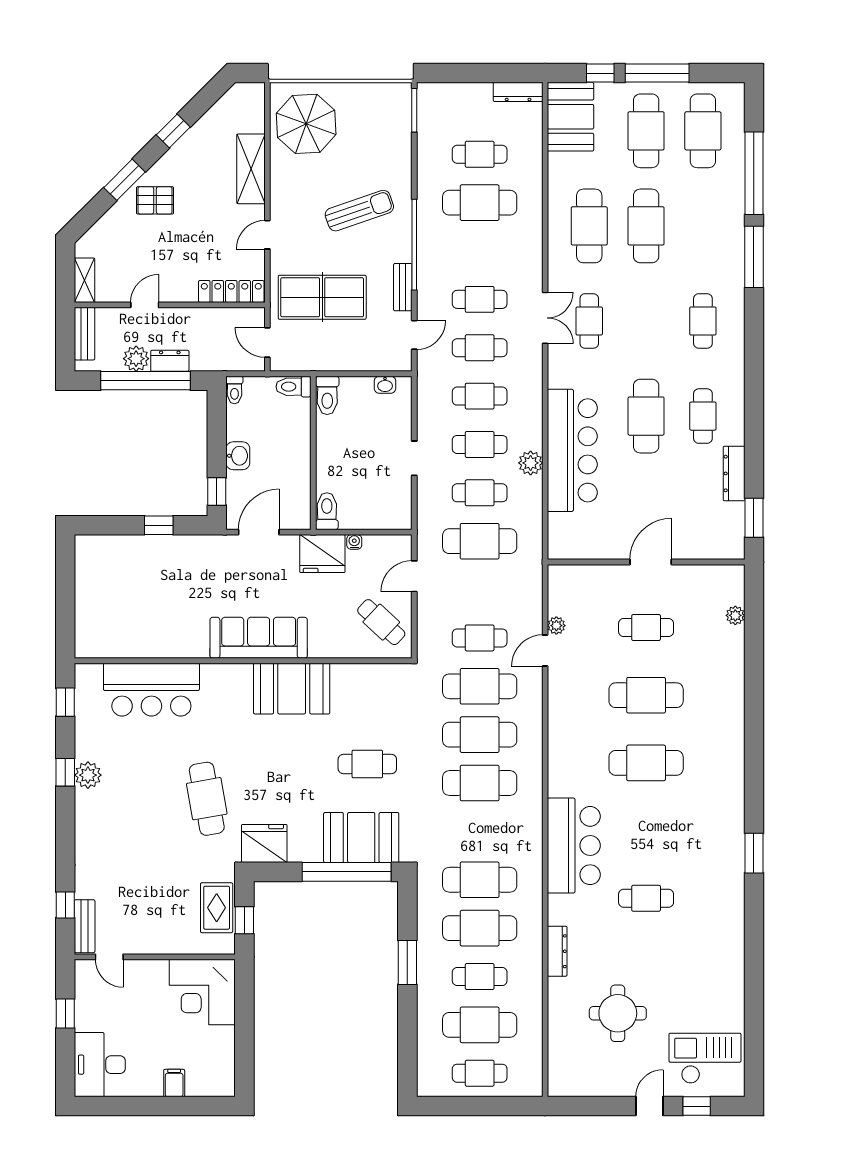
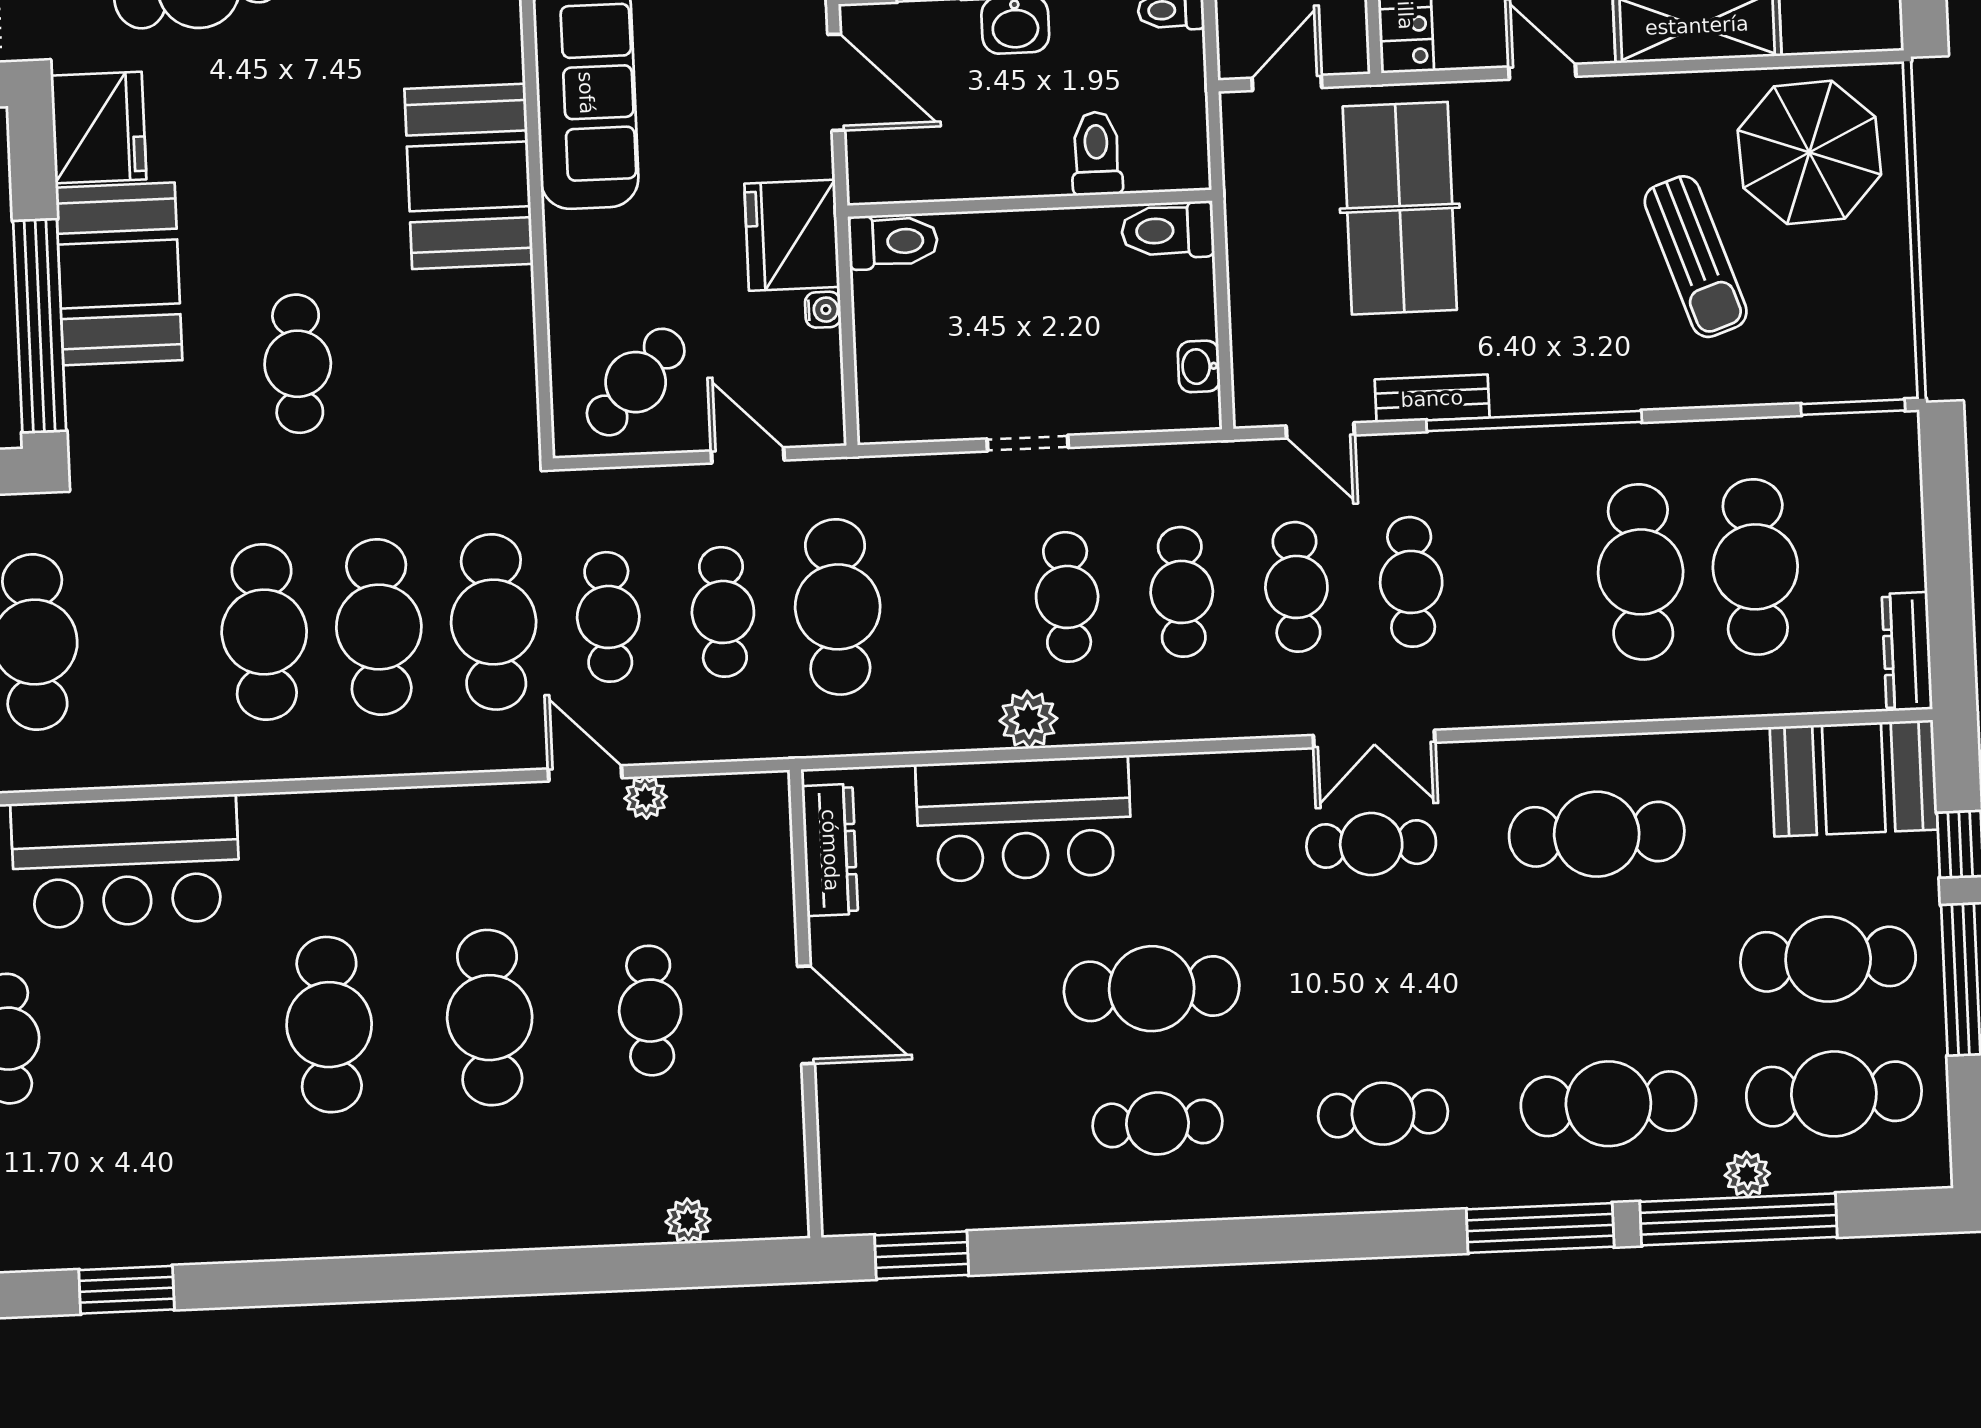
cafe table: (480, 154) -> (1755, 567), width x1.37, depth x1.35
plant: (735, 169) -> (1747, 1174), added
sun lounger: (359, 211) -> (1696, 257), moved
cafe table: (646, 226) -> (1608, 1104), moved
toilet: (294, 387) -> (1096, 153), moved
bar counter: (572, 450) -> (1024, 819), width x0.73
dresser: (734, 473) -> (830, 850), moved, turned 90
cafe table: (480, 493) -> (723, 612), moved
booth: (361, 838) -> (119, 274), moved

